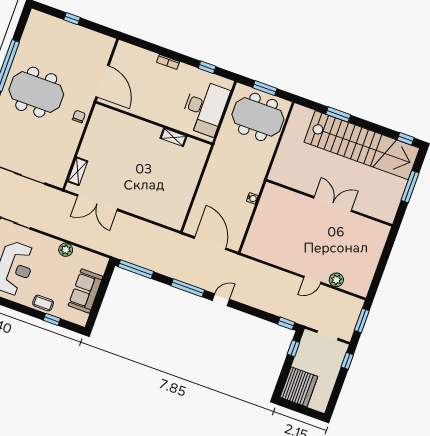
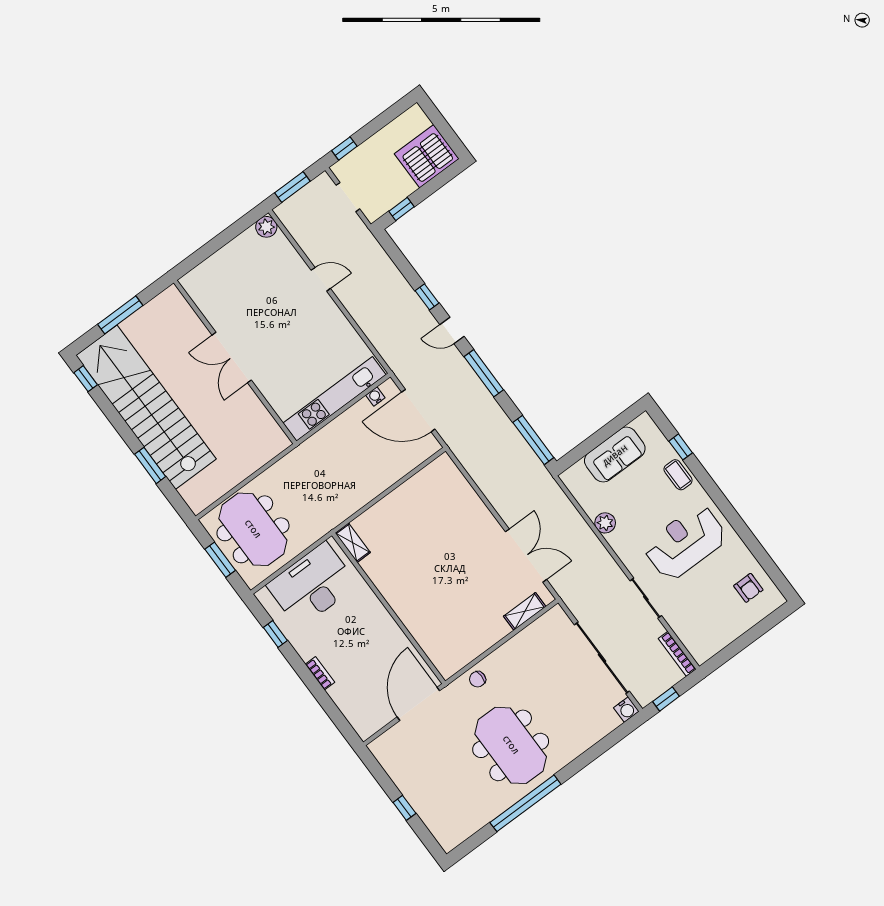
shelving: (173, 137) -> (353, 543), moved
water cooler: (252, 198) -> (375, 396), moved
kitchen unit: (261, 219) -> (334, 399), added
door: (210, 243) -> (418, 411), hinge flipped
plant: (336, 280) -> (266, 227), moved
window: (286, 323) -> (427, 297), moved

